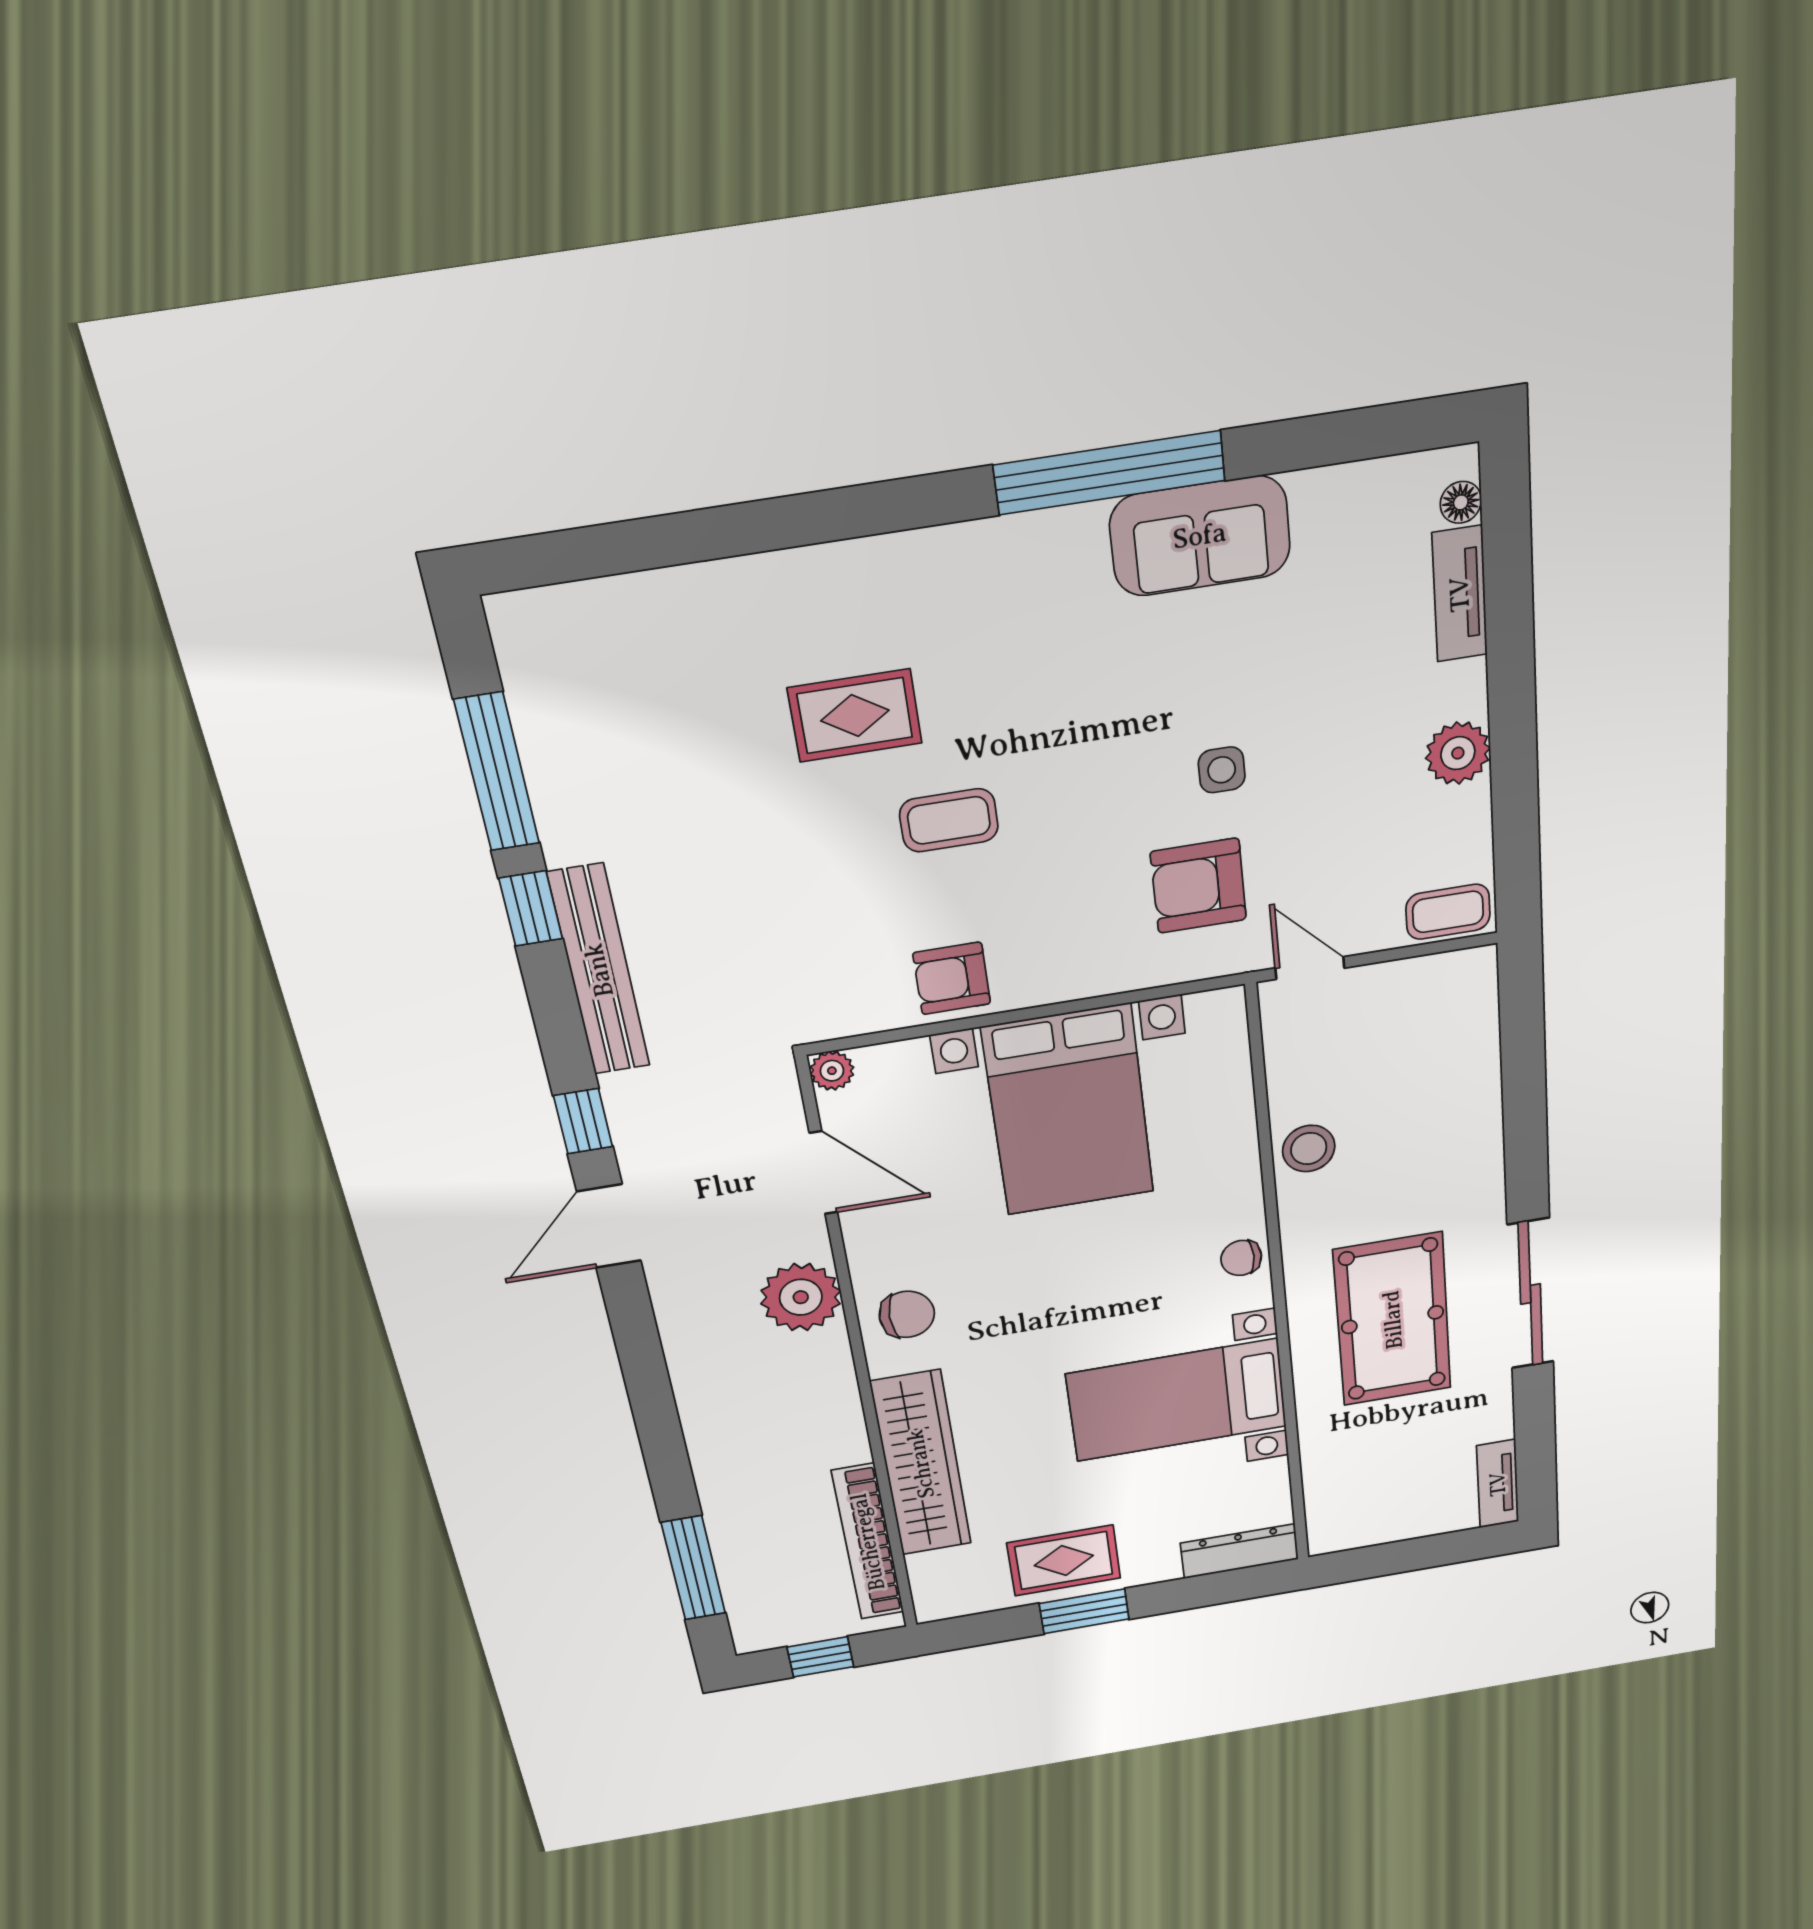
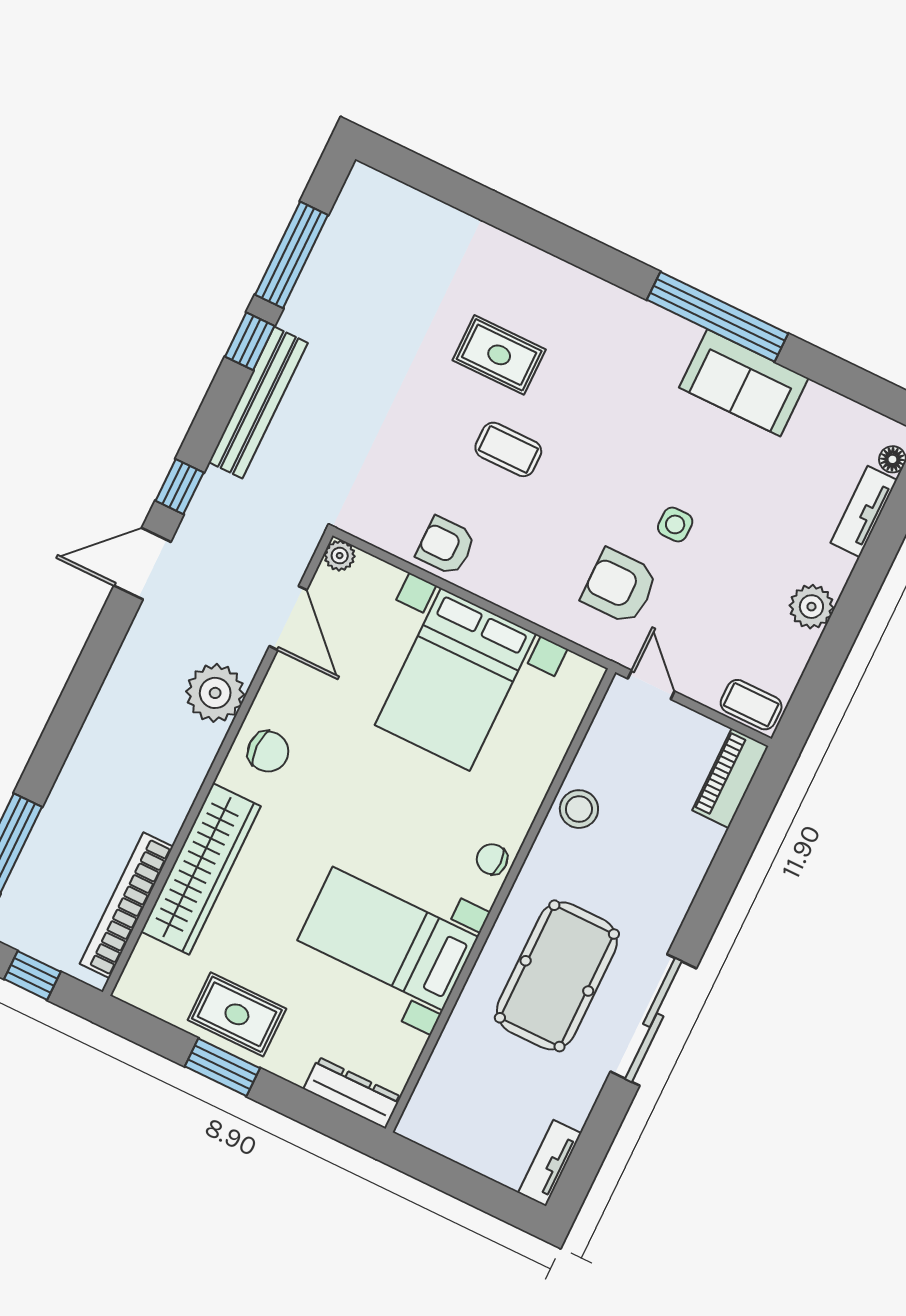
piano: (1471, 1006) -> (730, 778), added

